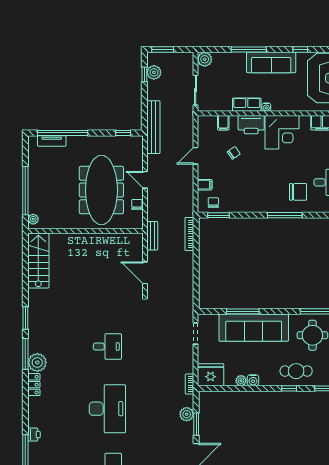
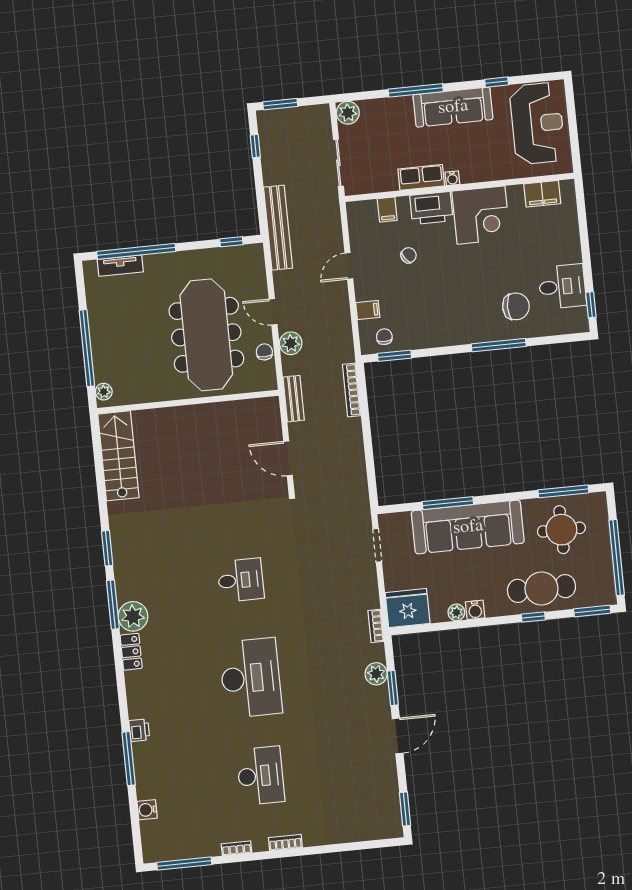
plant: (154, 72) -> (291, 343), moved
cafe table: (296, 371) -> (541, 589), width x1.37, depth x1.35

